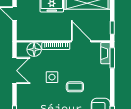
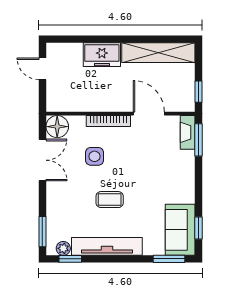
floor lamp: (34, 49) -> (57, 127), moved
side table: (52, 77) -> (95, 156), moved
coffee table: (75, 87) -> (110, 200), moved

